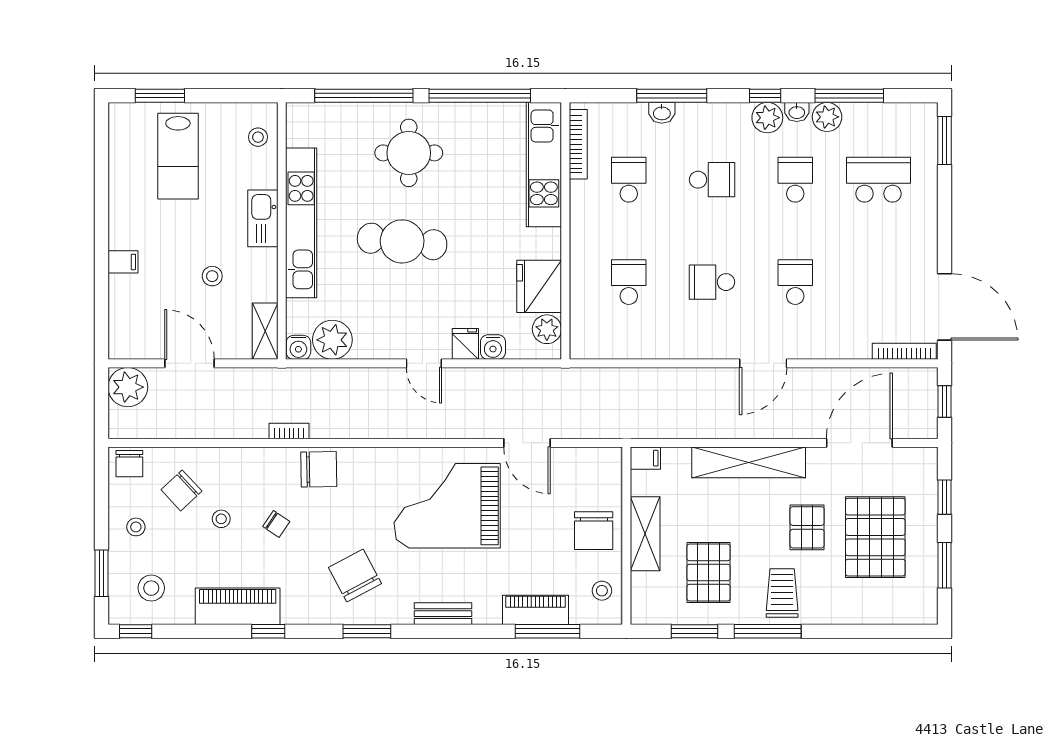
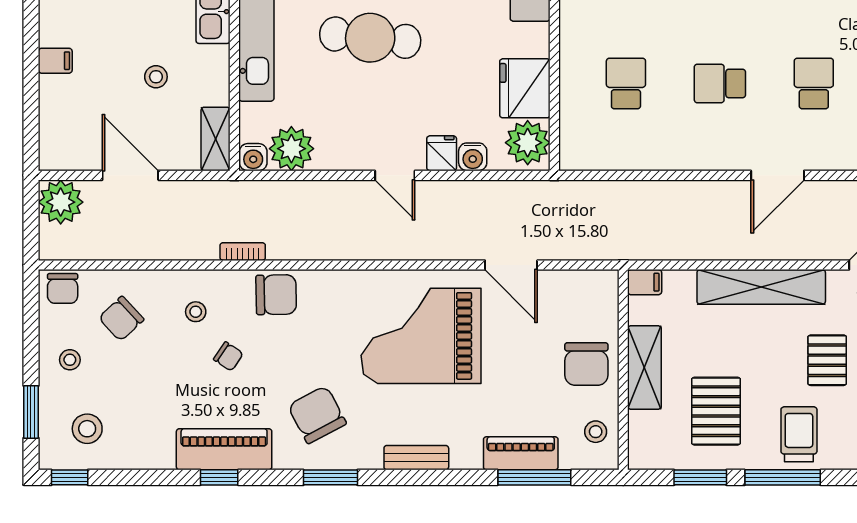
plant: (547, 329) -> (528, 143), width x1.36, depth x1.36
stool: (221, 519) -> (196, 312), moved
piano: (238, 606) -> (224, 449), moved

